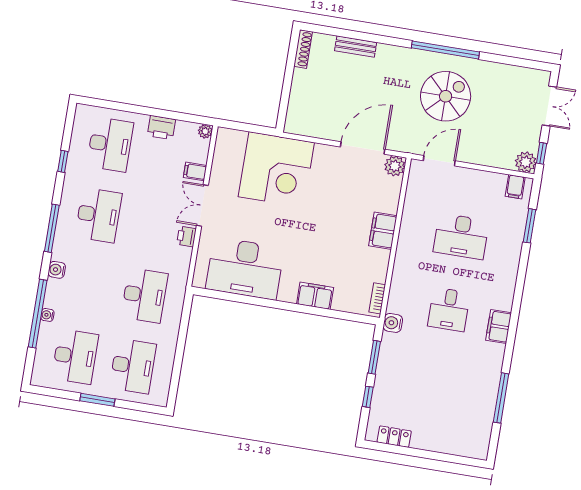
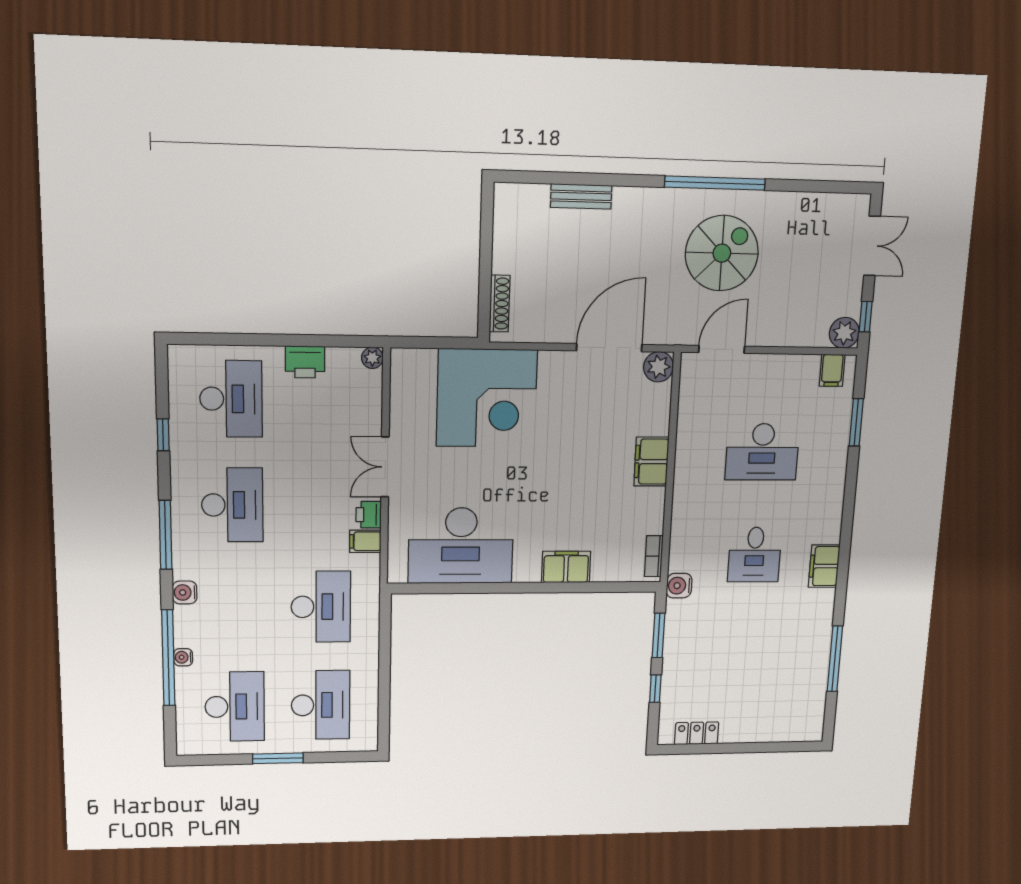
shoe rack: (303, 49) -> (500, 304), moved
filing cabinet: (195, 171) -> (365, 541), moved

